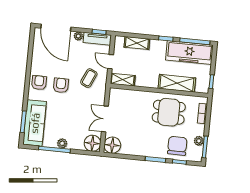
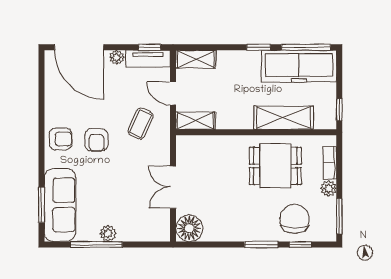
shelving: (137, 43) -> (196, 59), moved
armchair: (39, 83) -> (61, 139), turned 90
armchair: (61, 85) -> (96, 140), turned 180
plant: (199, 141) -> (329, 188), moved
floor lamp: (92, 143) -> (157, 228), removed

